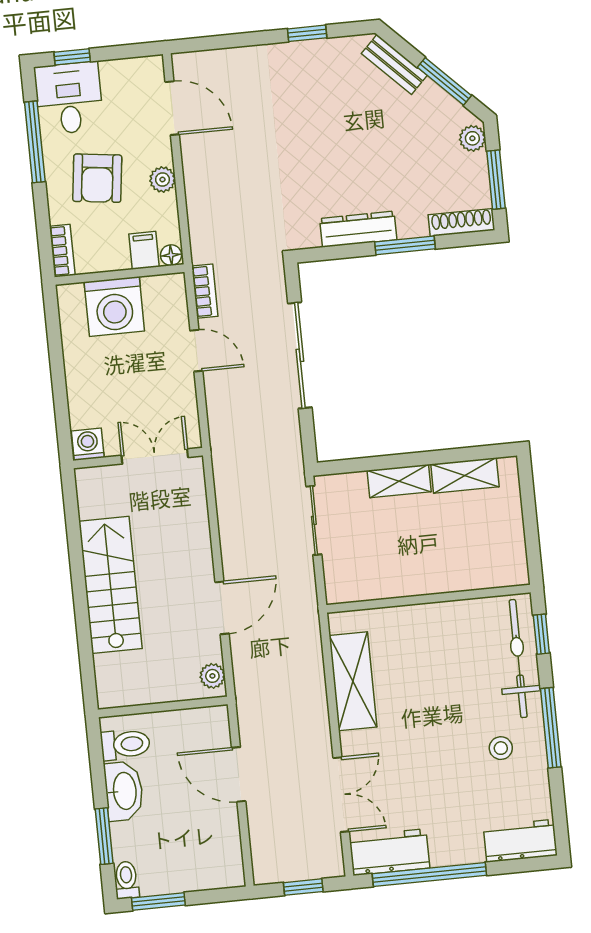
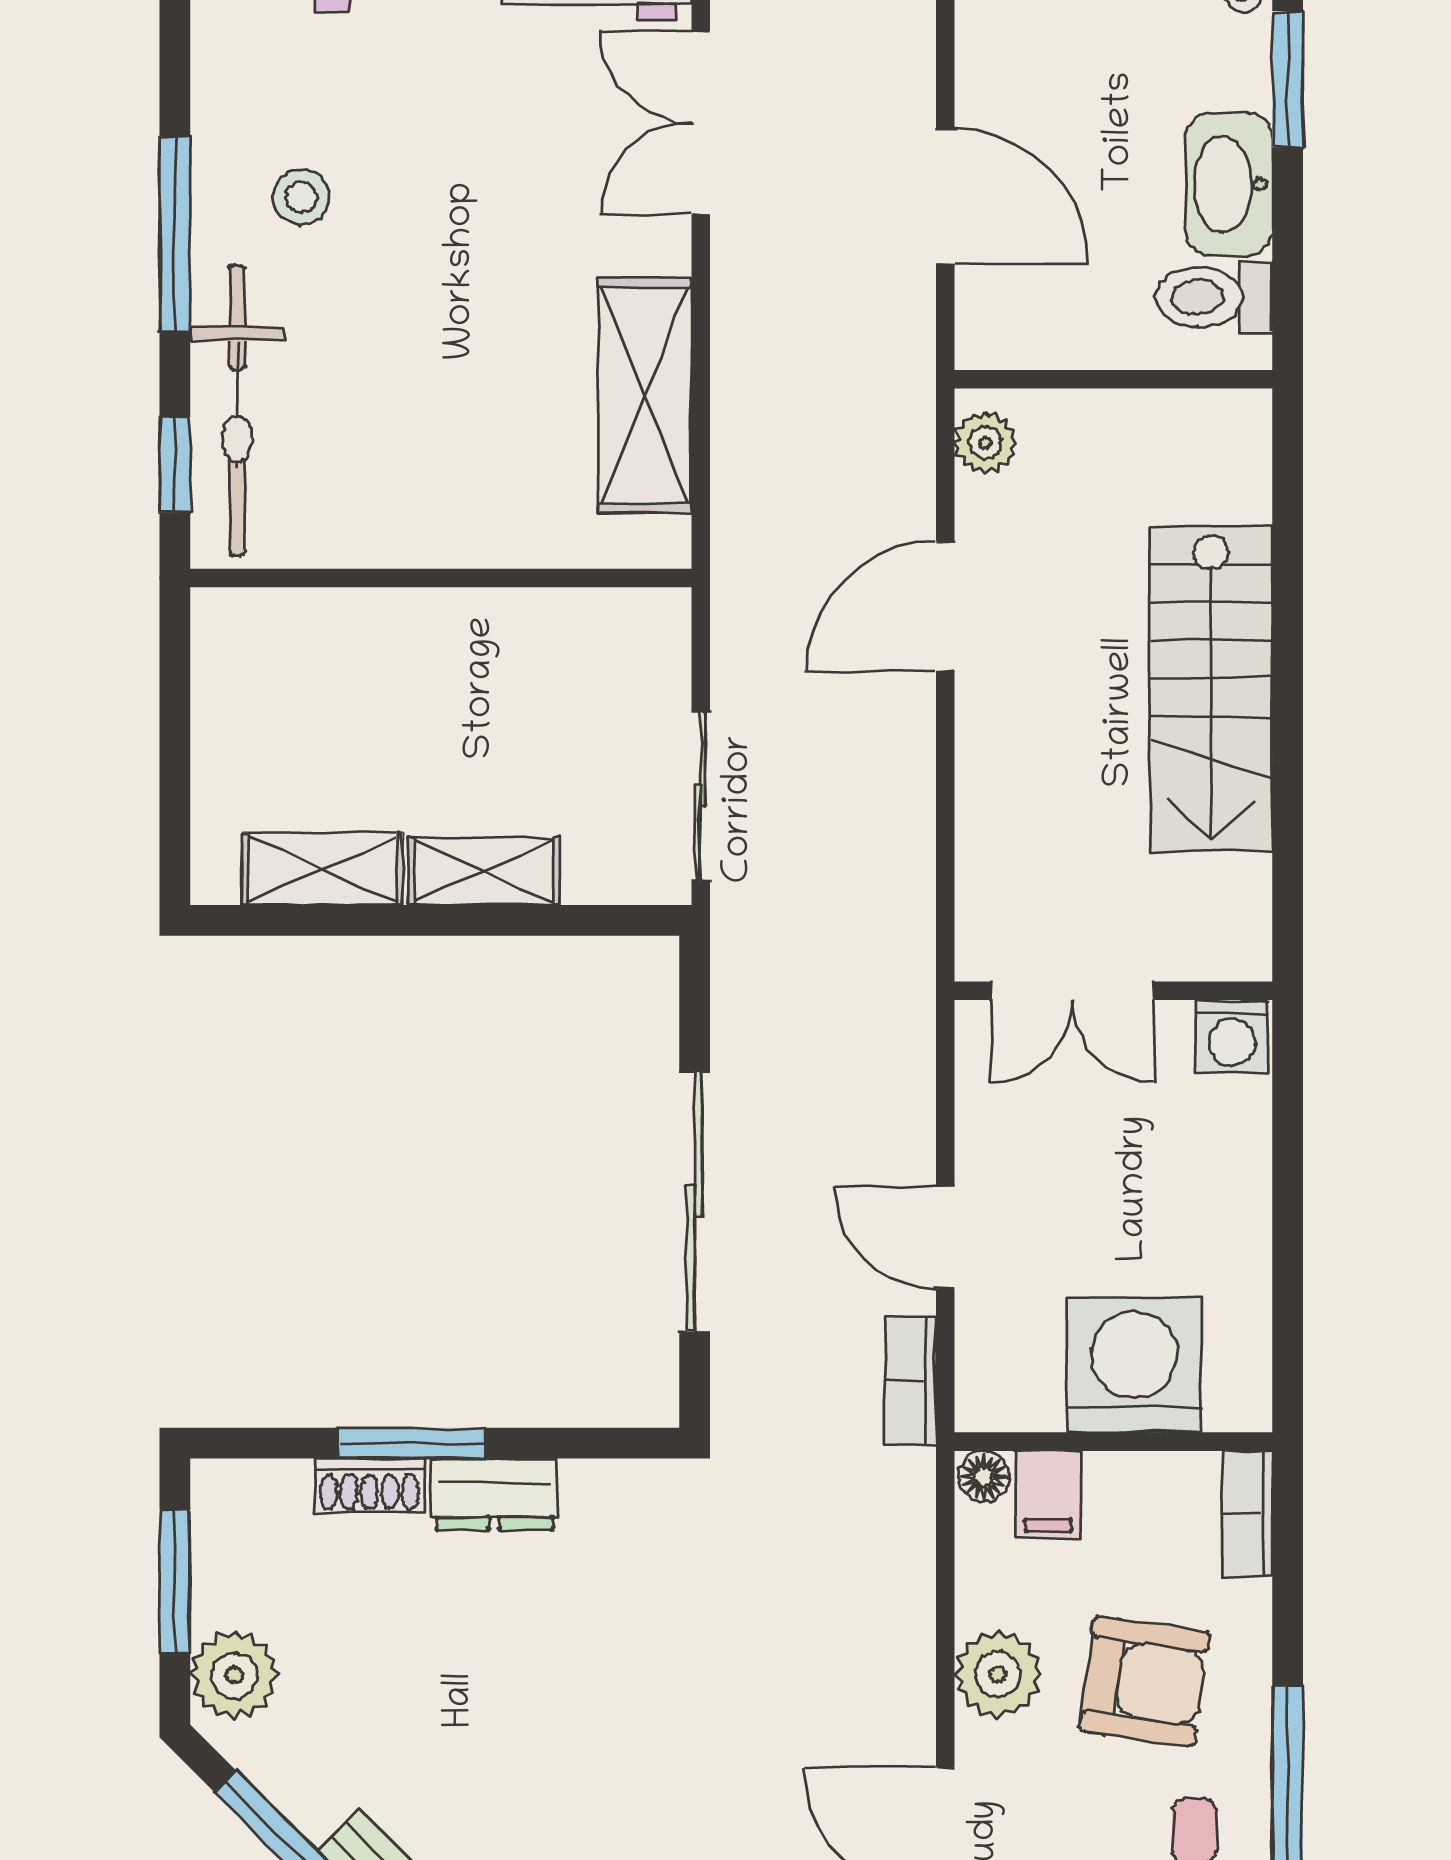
plant: (472, 138) -> (234, 1675), width x1.38, depth x1.38
armchair: (97, 178) -> (1144, 1681), turned 91
plant: (162, 179) -> (998, 1674), width x1.38, depth x1.38
shoe rack: (461, 222) -> (369, 1485), moved, width x0.70
dresser: (358, 229) -> (494, 1494), width x0.70

